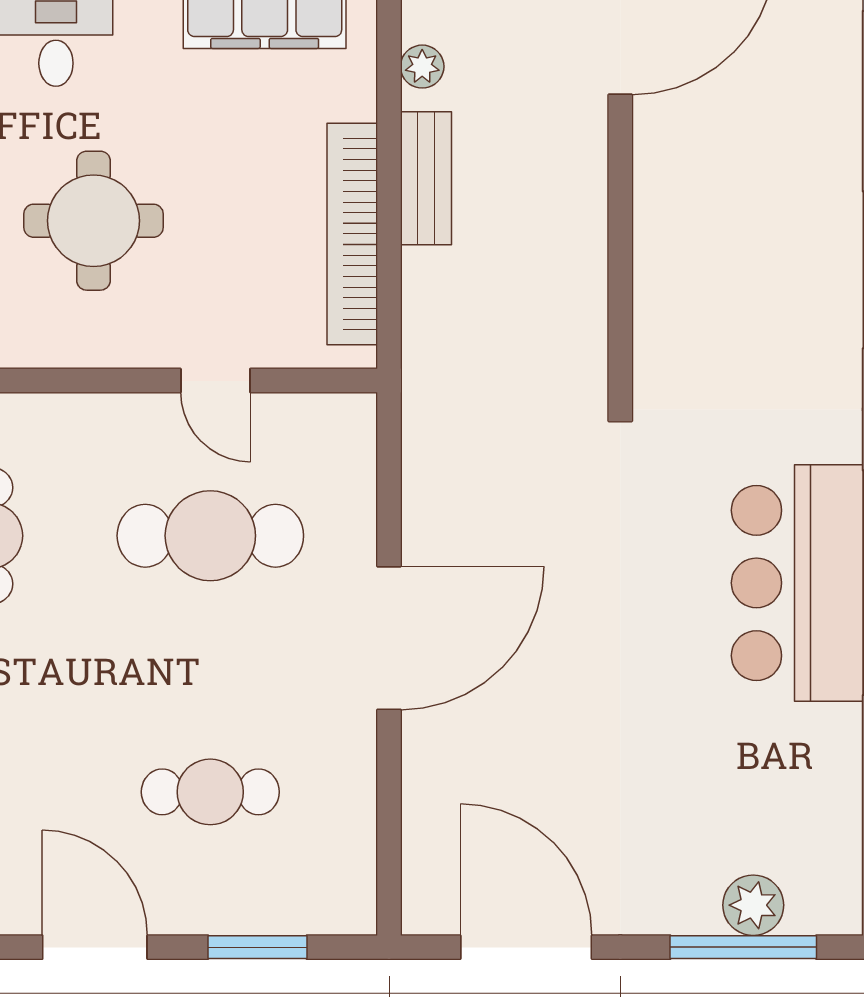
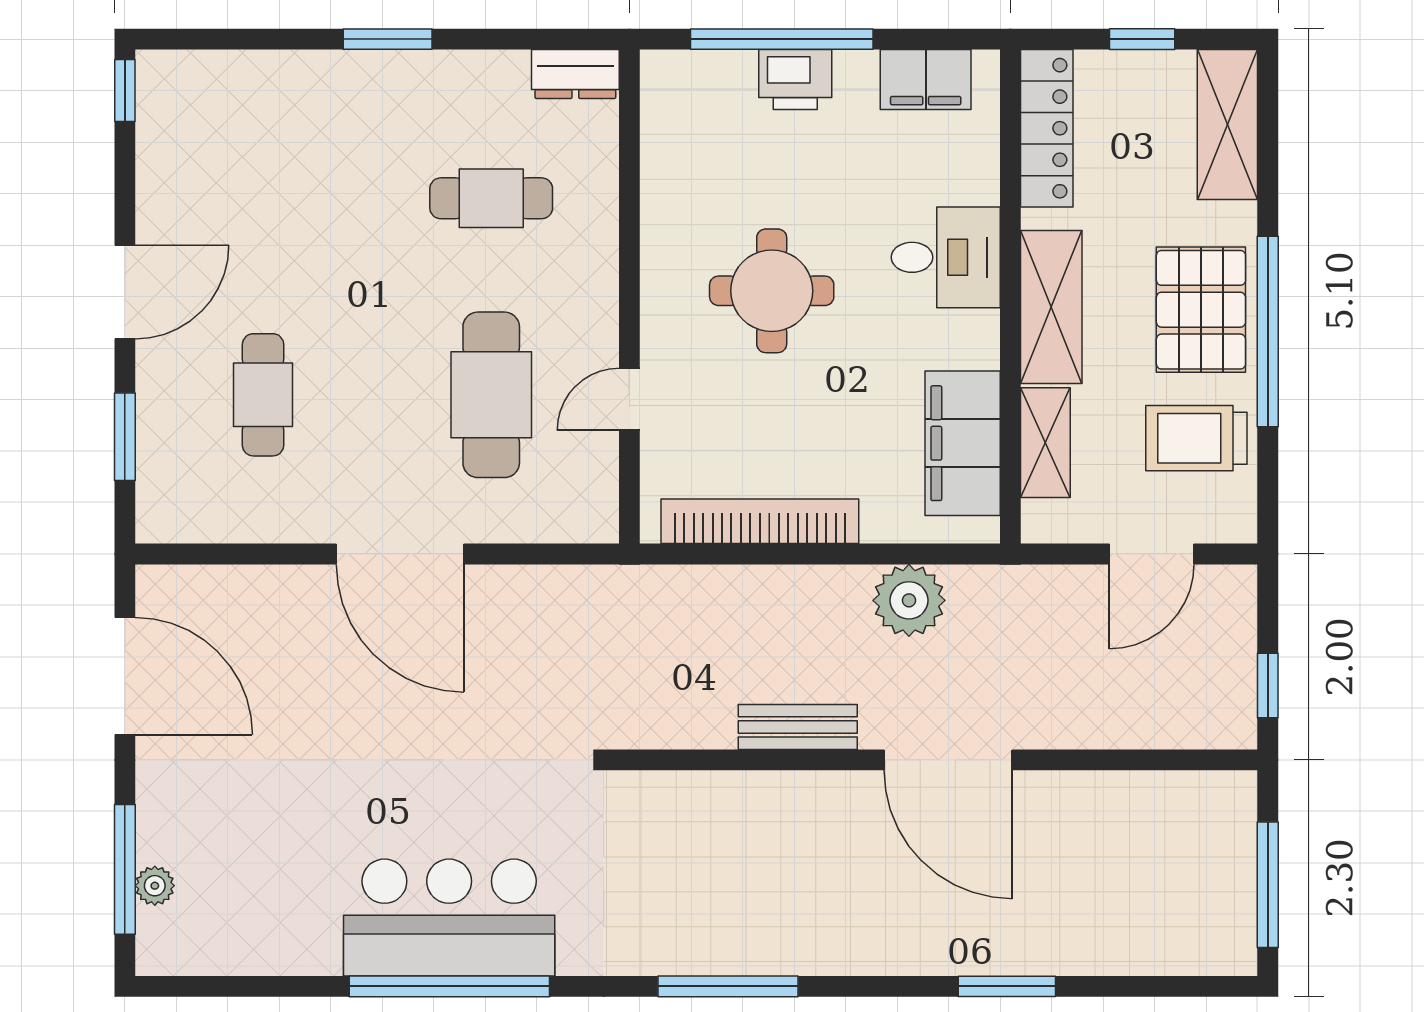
plant: (422, 67) -> (909, 600), width x1.87, depth x1.87
bench: (426, 178) -> (798, 727), moved
plant: (753, 905) -> (155, 886), width x0.73, depth x0.73
door: (526, 947) -> (125, 676), hinge flipped

